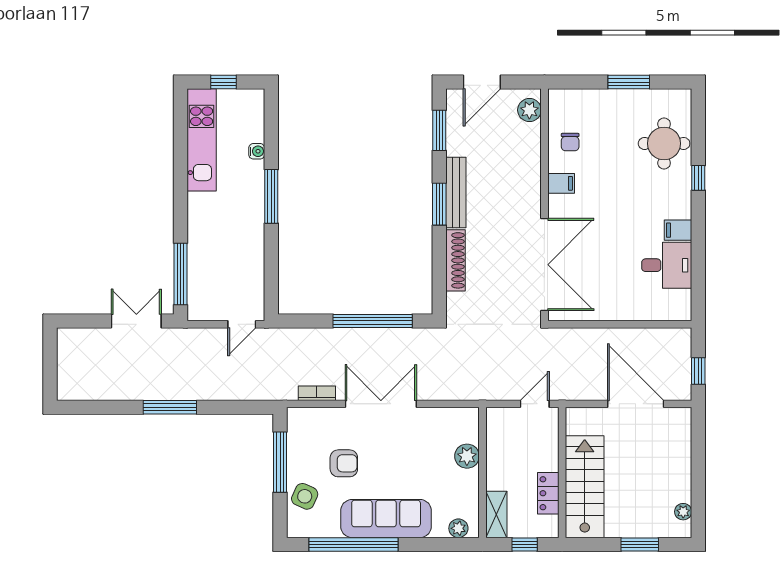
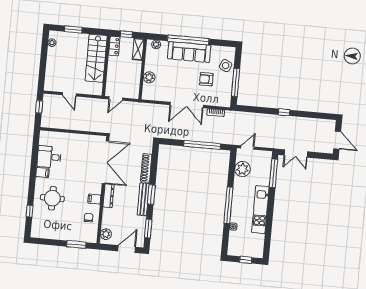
window: (629, 82) -> (76, 244), moved
kitchen unit: (202, 140) -> (260, 210), moved
round table: (664, 143) -> (52, 198), moved
window: (698, 178) -> (30, 211), moved
dresser: (531, 193) -> (109, 196), added
window: (271, 196) -> (228, 205), width x1.46
double door: (544, 265) -> (105, 162), swing flipped
plant: (248, 277) -> (243, 169), added
window: (373, 321) -> (202, 145), moved
door: (50, 358) -> (337, 140), added
door: (636, 404) -> (69, 94), width x0.53
window: (170, 407) -> (284, 112), width x0.46
locker: (548, 493) -> (114, 46), moved
window: (353, 544) -> (188, 40), moved

